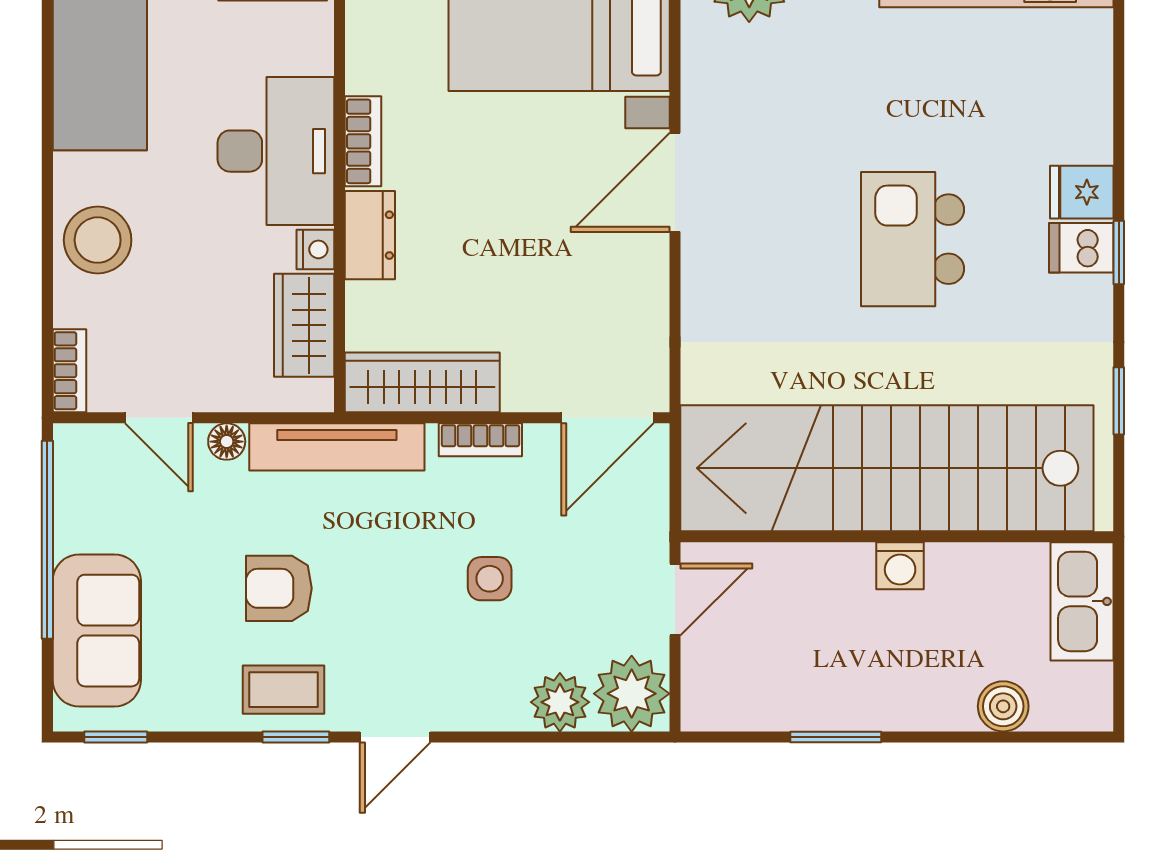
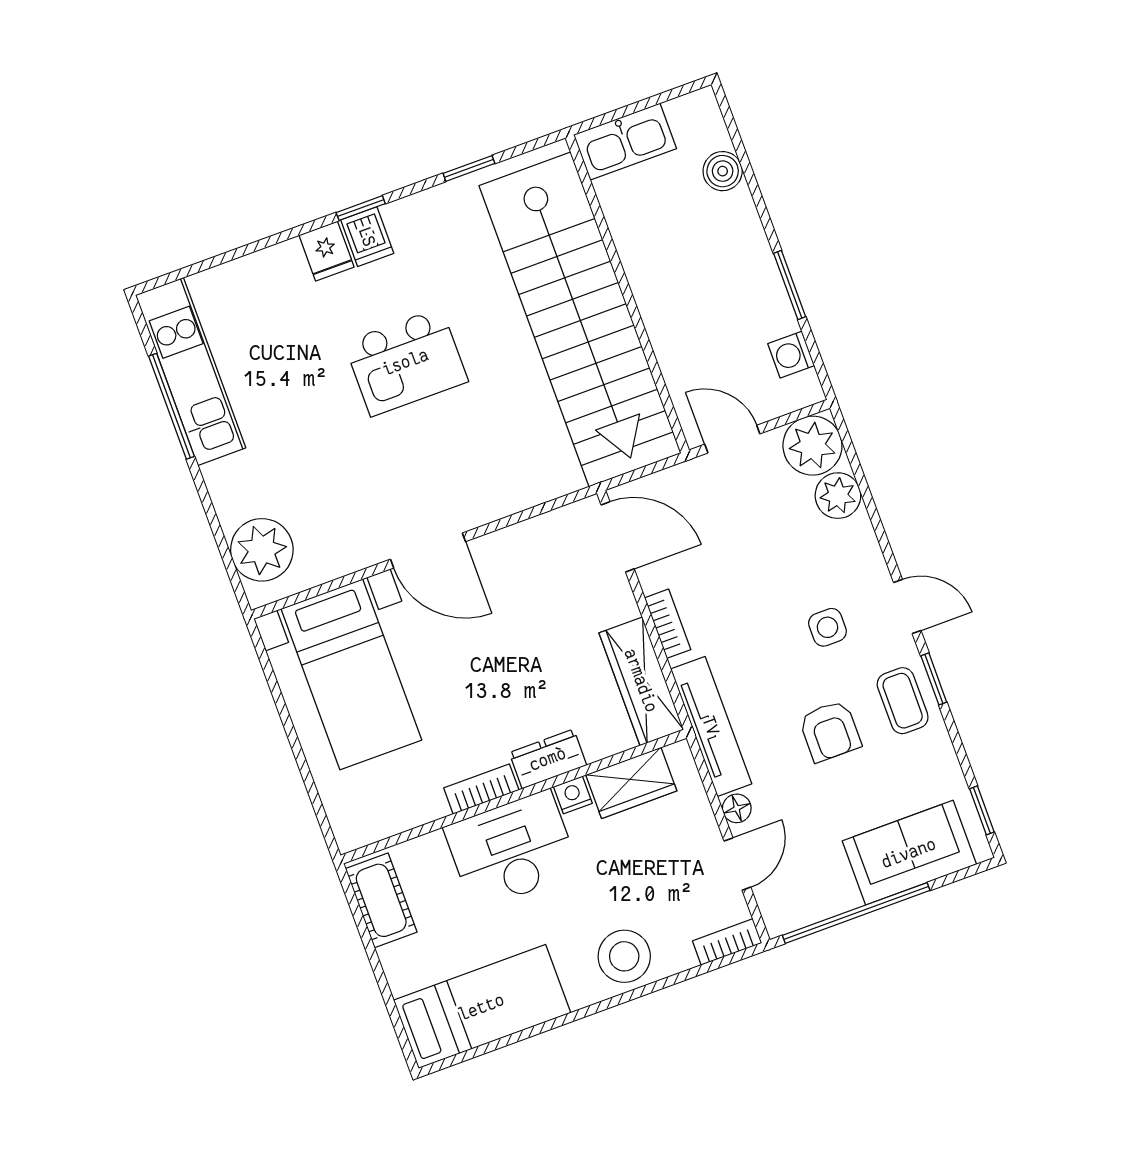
washing machine: (900, 566) -> (791, 355), moved, turned 180
side table: (490, 579) -> (827, 627), moved

